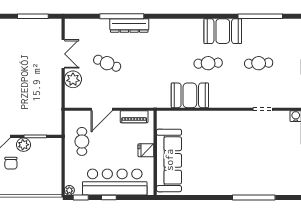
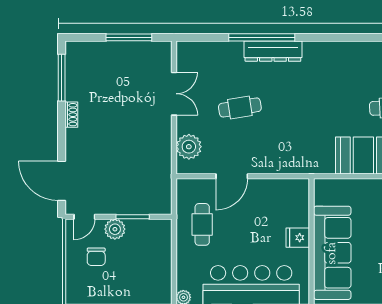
cafe table: (107, 63) -> (240, 107), turned -30
plant: (73, 79) -> (189, 147), moved
piano: (134, 117) -> (280, 188), removed

